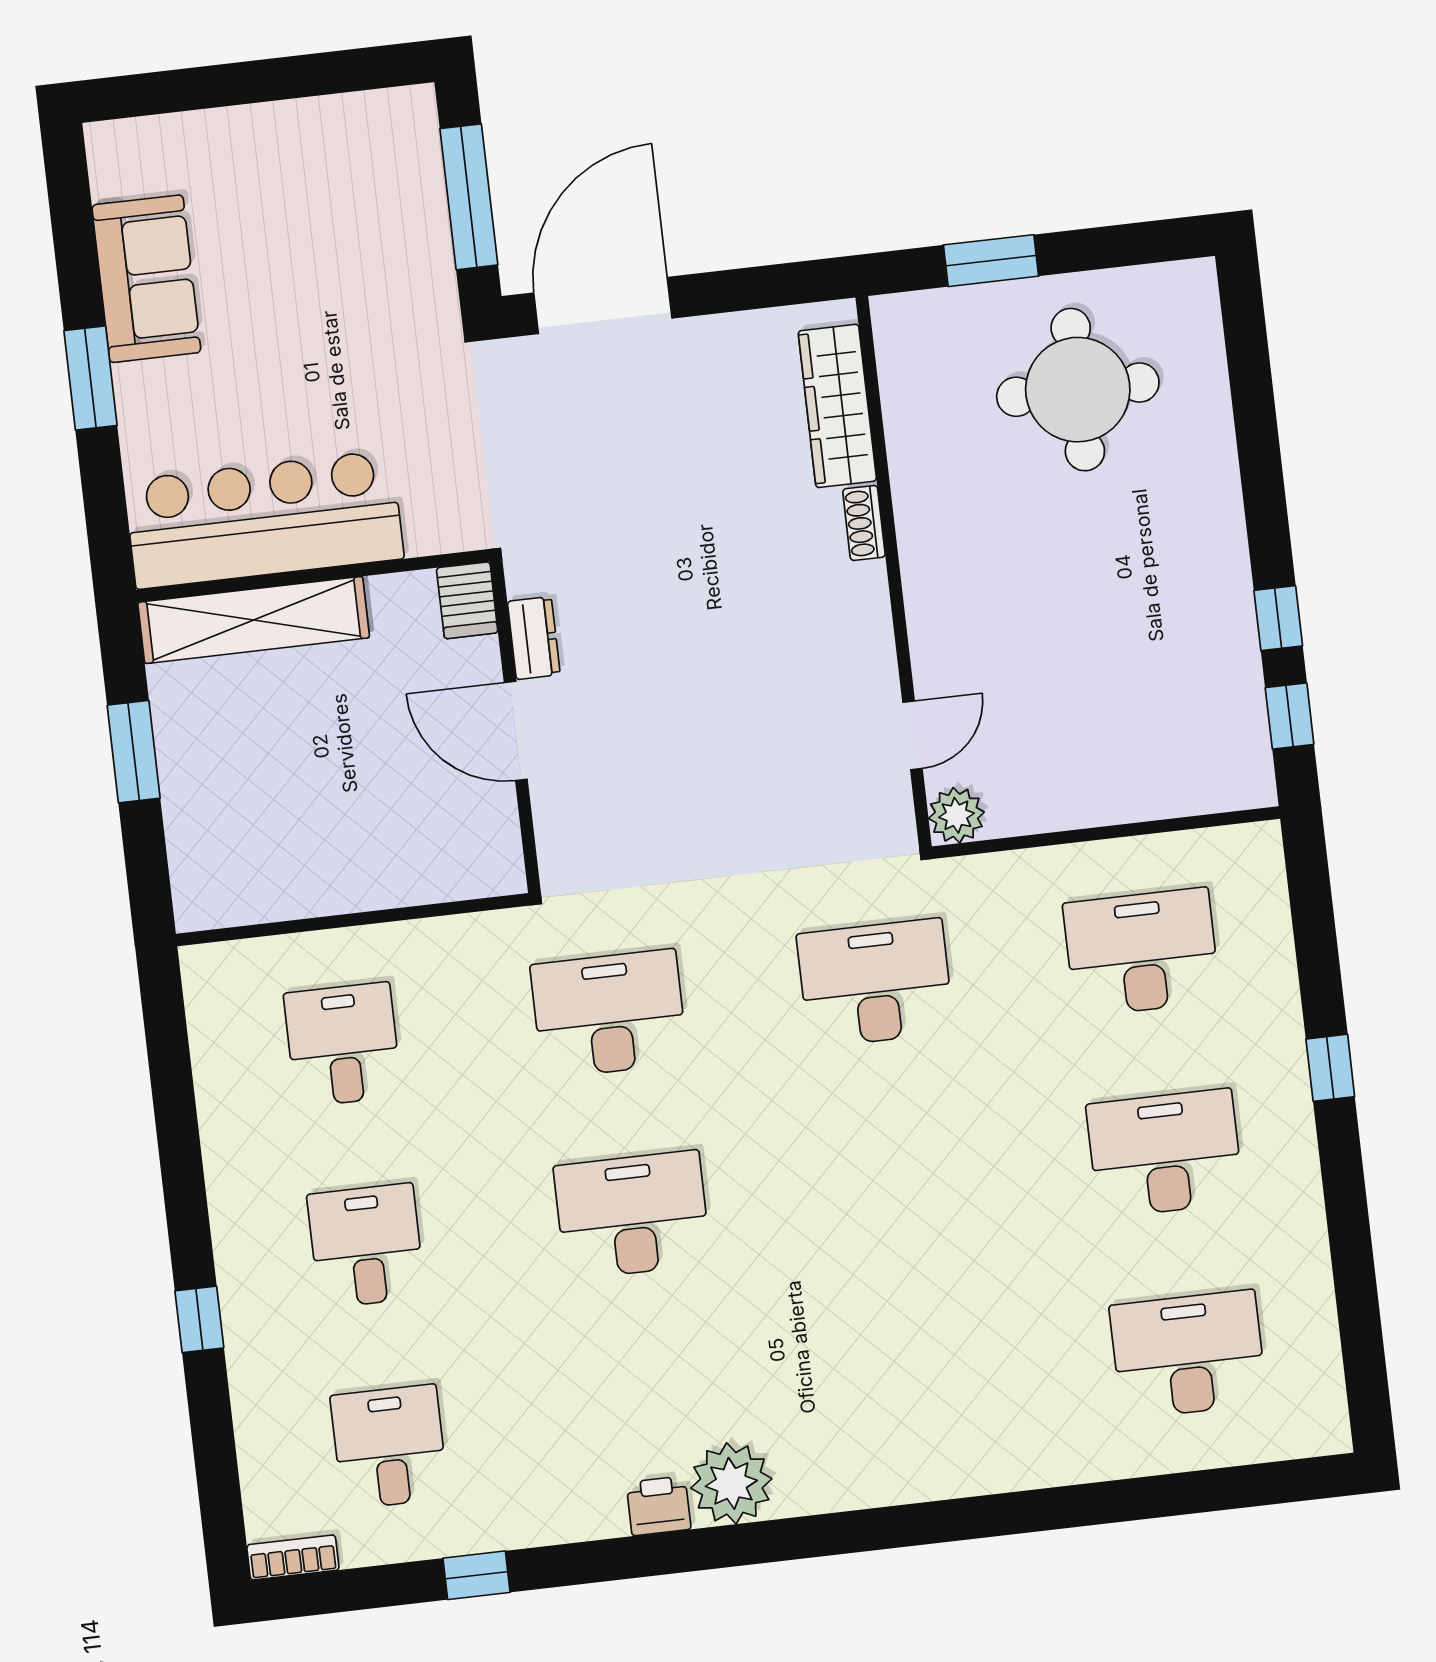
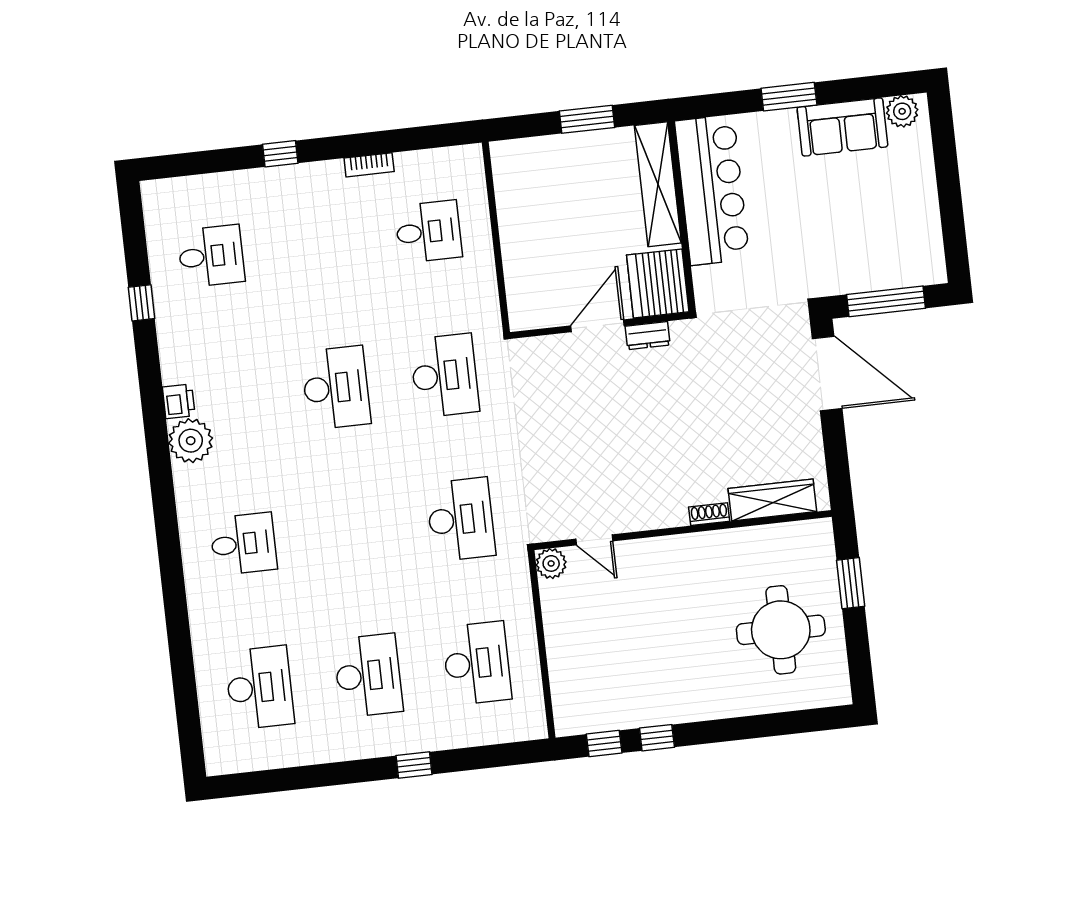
plant: (117, 168) -> (902, 111), added
server rack: (467, 600) -> (658, 283), width x2.18, depth x1.44
desk: (366, 1246) -> (243, 544), moved
bookcase: (293, 1557) -> (369, 165), moved, turned 90

